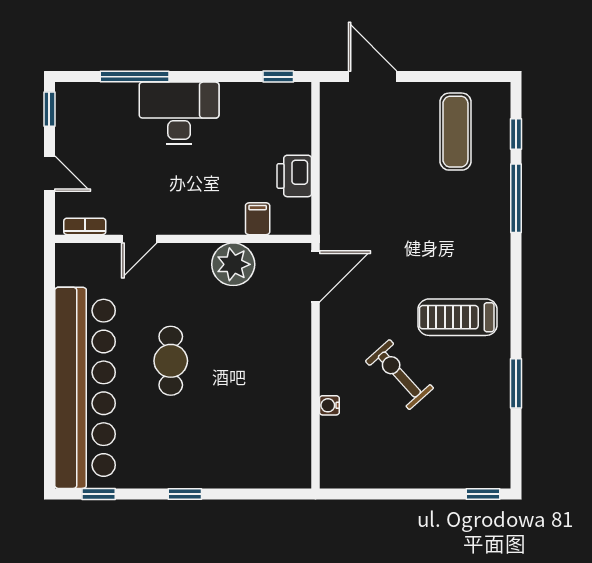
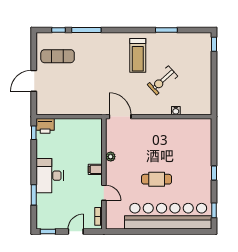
window: (135, 77) -> (34, 195), width x0.69
door: (373, 77) -> (34, 81), moved
printer: (294, 176) -> (45, 126), moved
filing cabinet: (258, 219) -> (95, 169), moved
plant: (233, 264) -> (111, 157), width x0.53, depth x0.53

